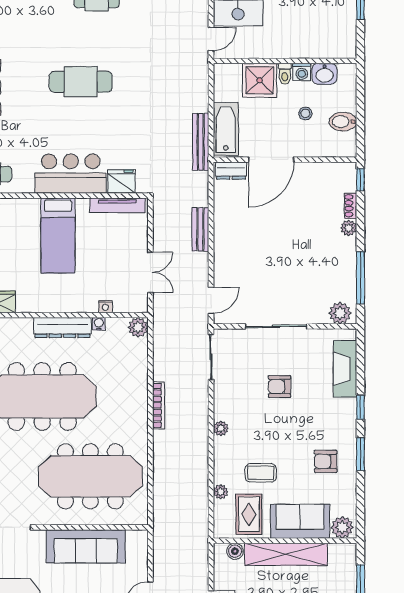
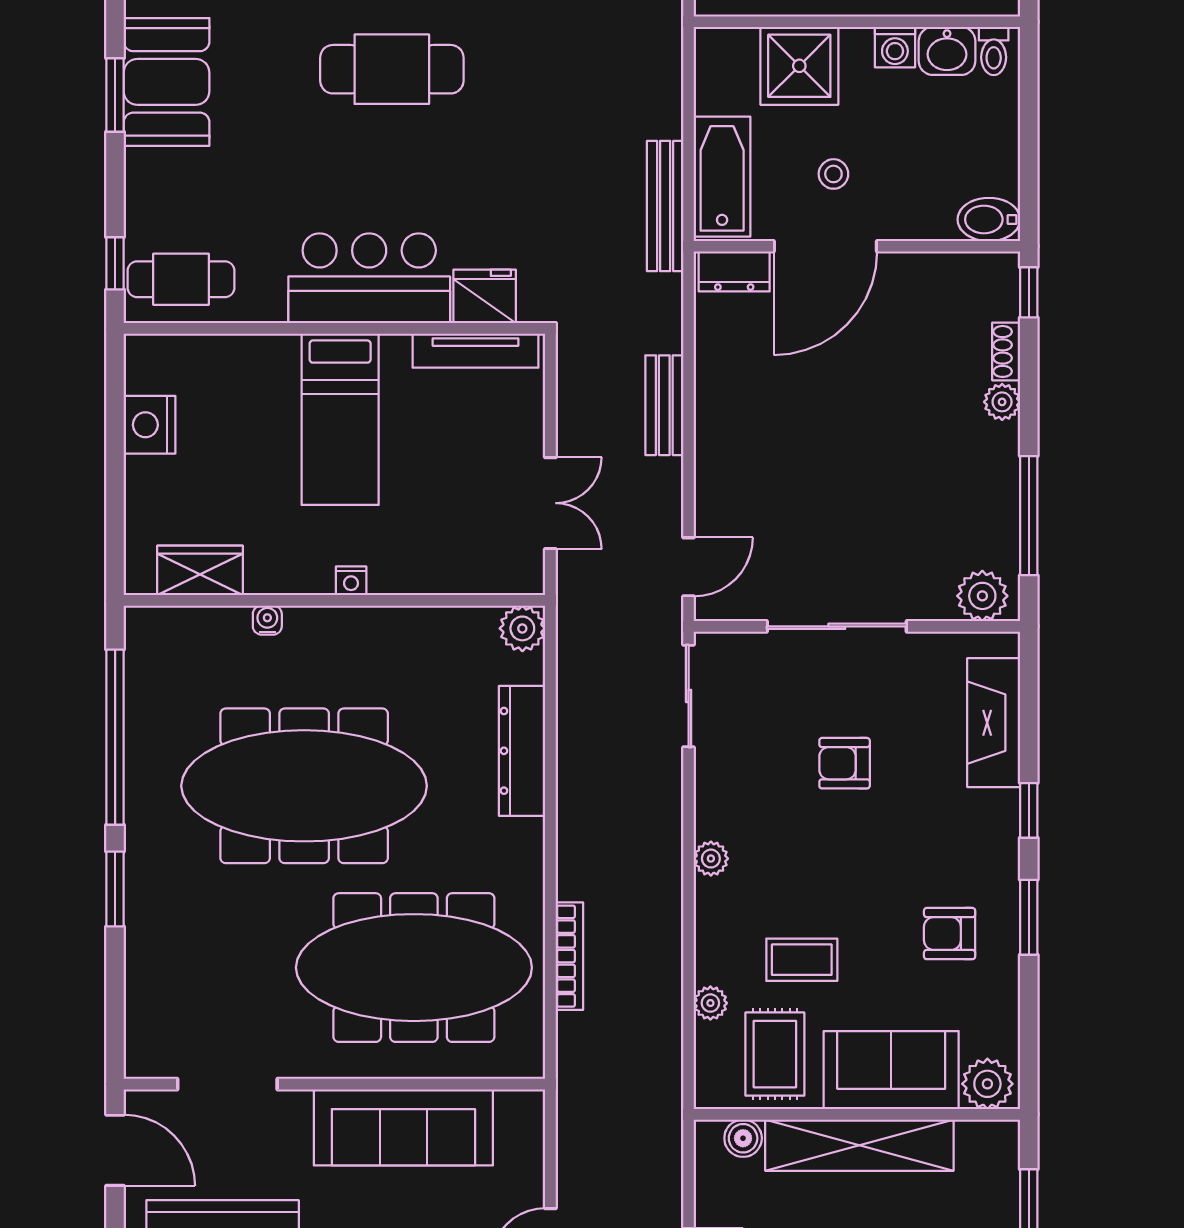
toilet: (285, 74) -> (994, 51), moved
stool: (305, 113) -> (833, 174), moved
bidet: (343, 122) -> (989, 219), moved
nightstand: (105, 306) -> (351, 581), moved
water cooler: (99, 324) -> (267, 620), moved
dresser: (62, 327) -> (522, 751), moved, turned 90
bookcase: (159, 405) -> (569, 956), moved

